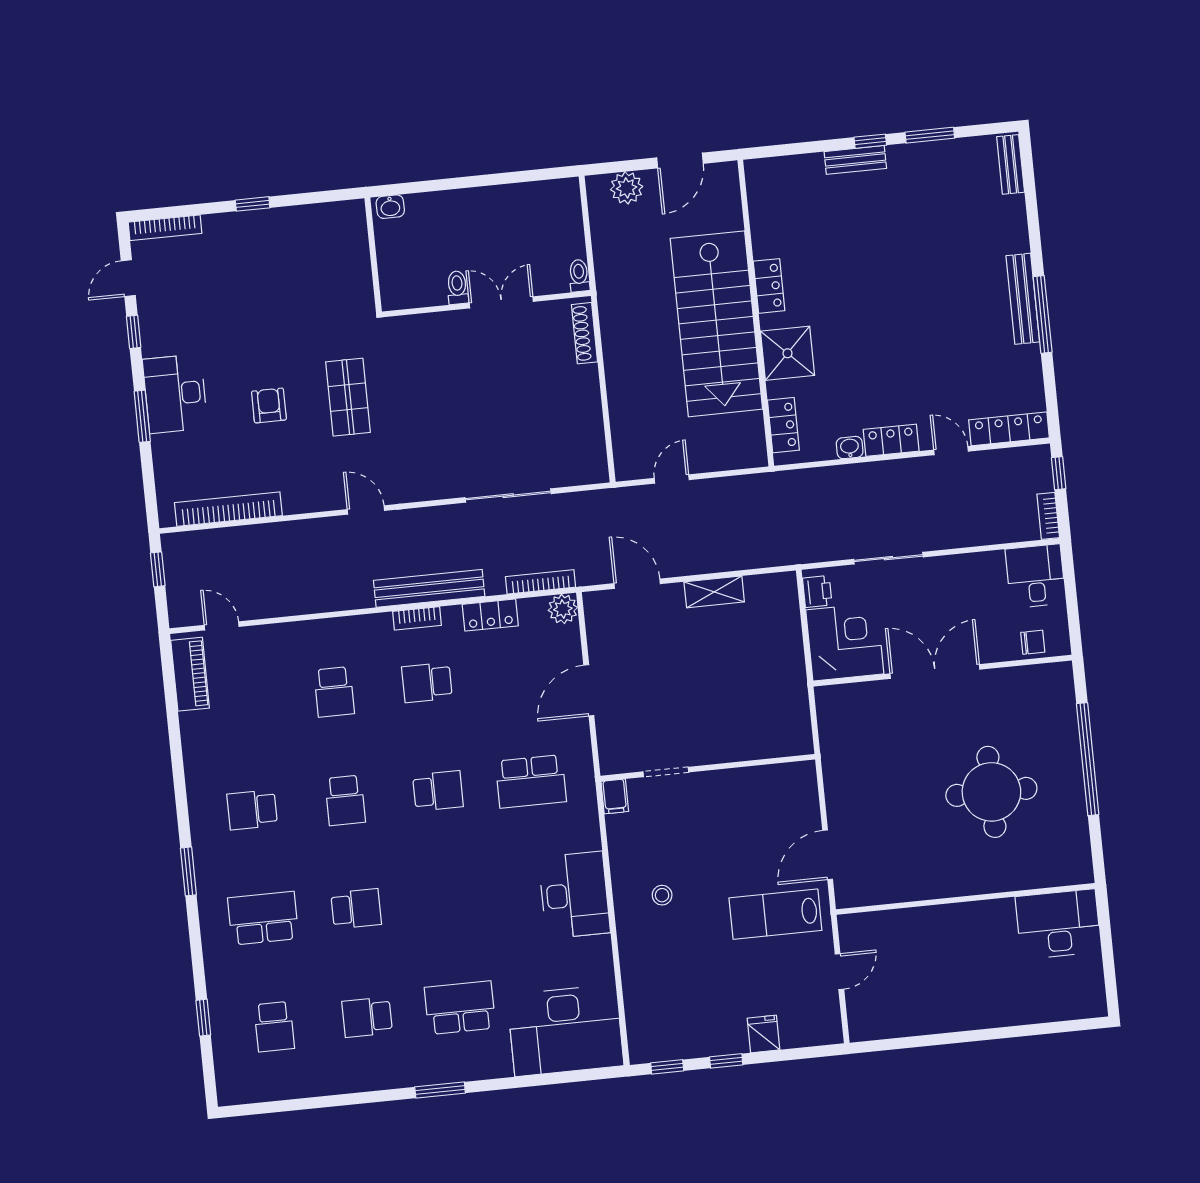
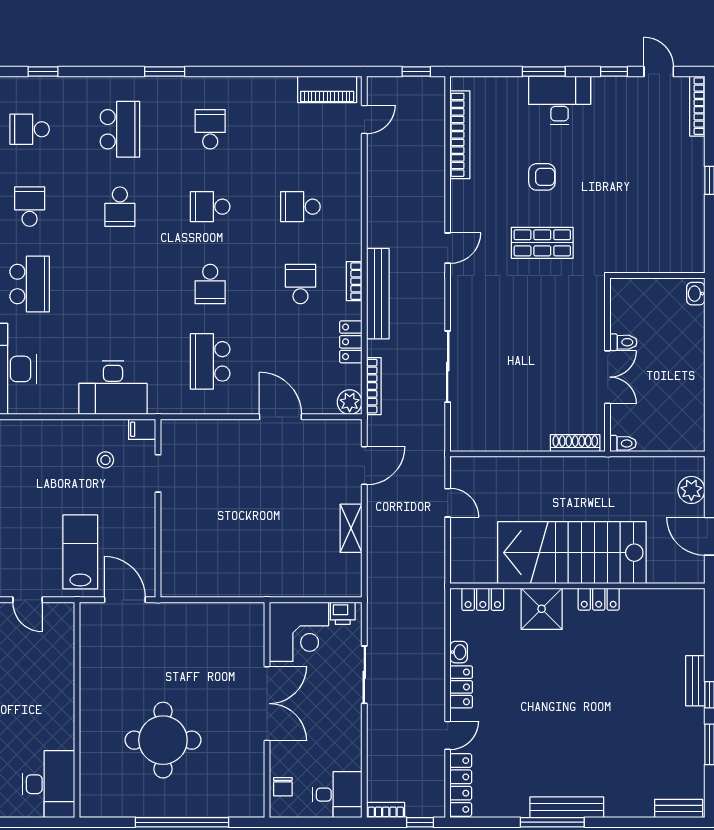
wall: (708, 768) -> (158, 508), moved
doorway: (666, 772) -> (158, 473), moved
filing cabinet: (615, 796) -> (142, 429), moved

